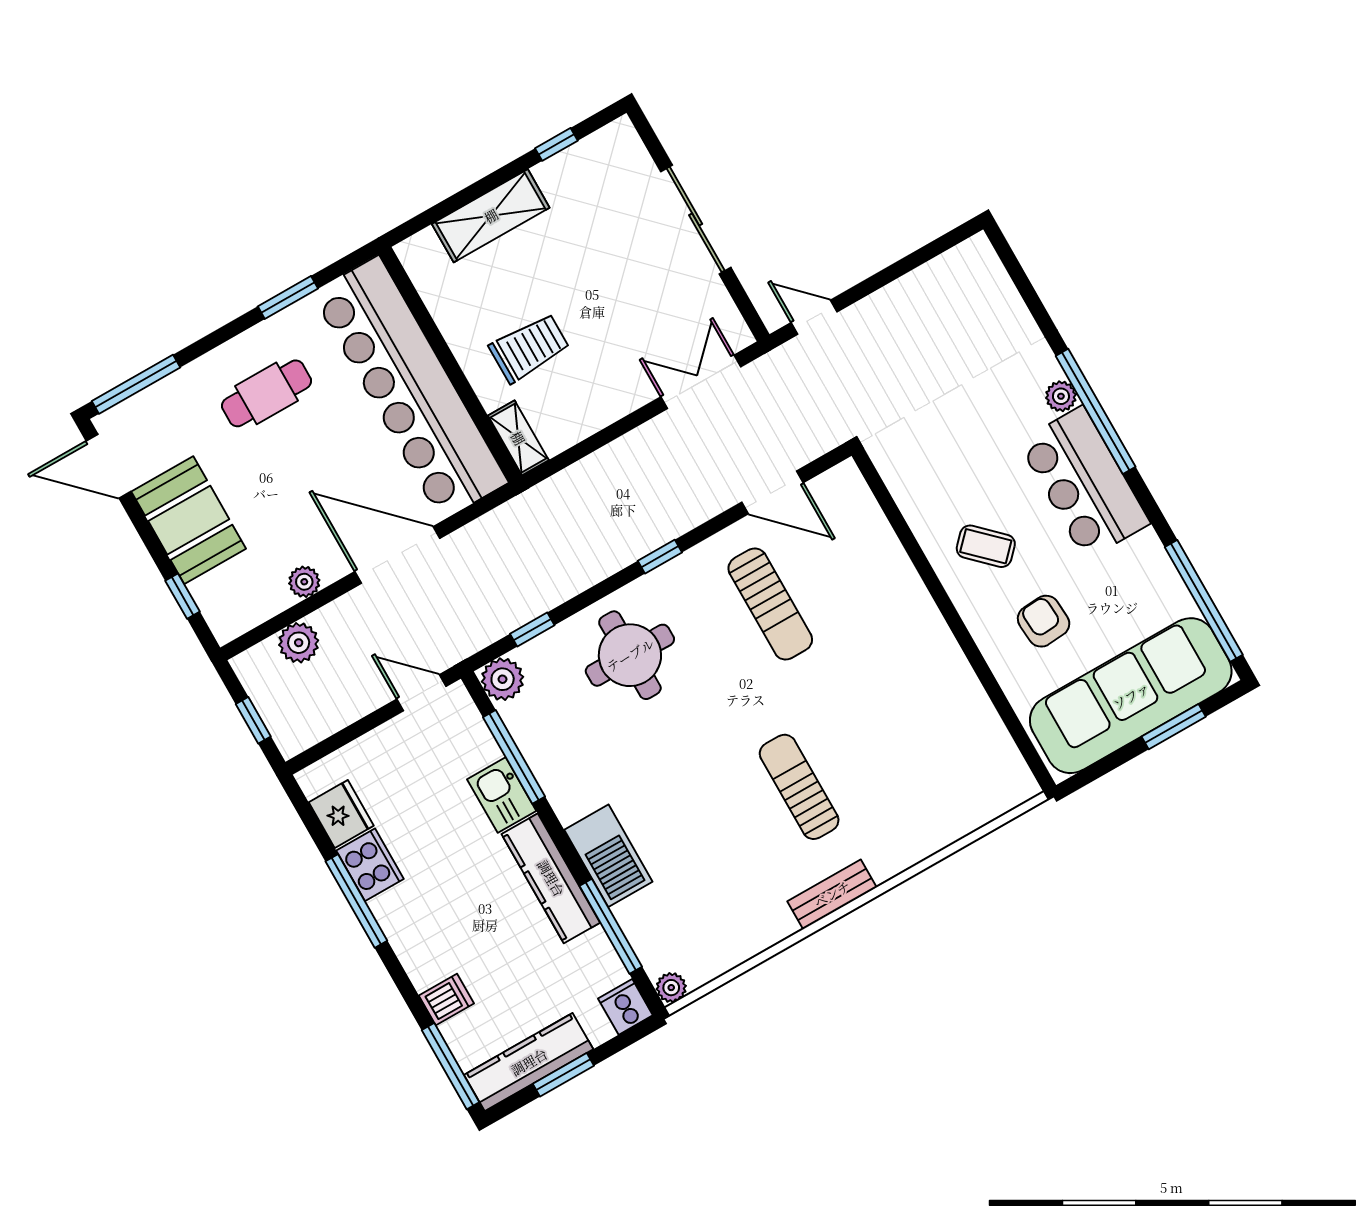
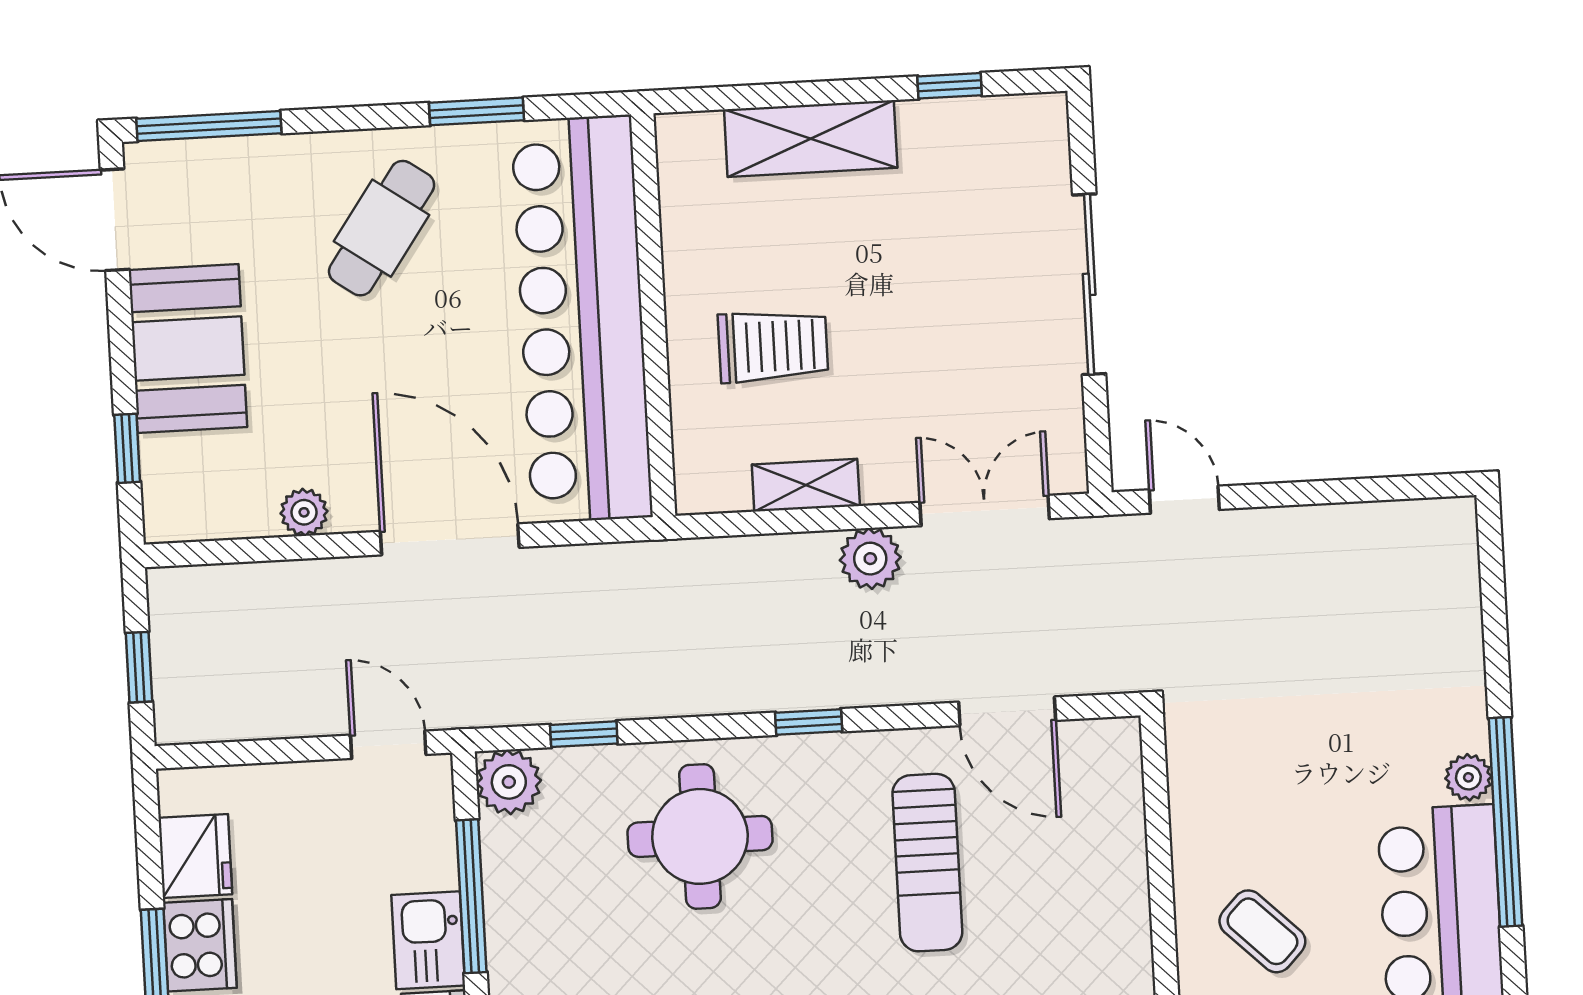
cafe table: (267, 393) -> (382, 228), turned -55
shelving: (518, 438) -> (806, 485), moved, turned 90
plant: (299, 643) -> (870, 559), moved

